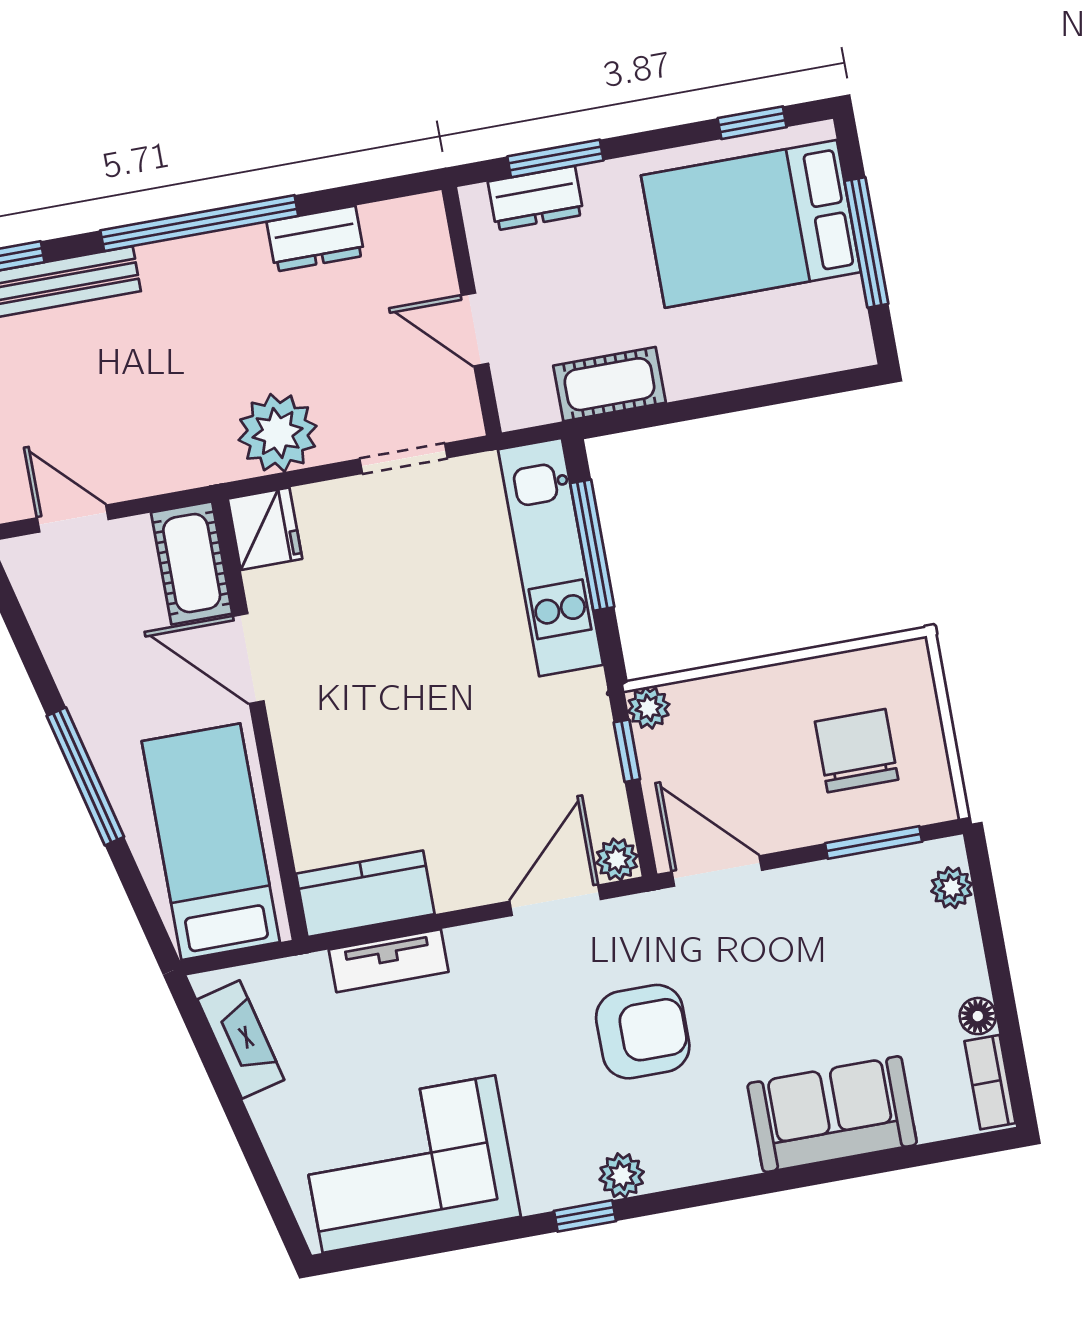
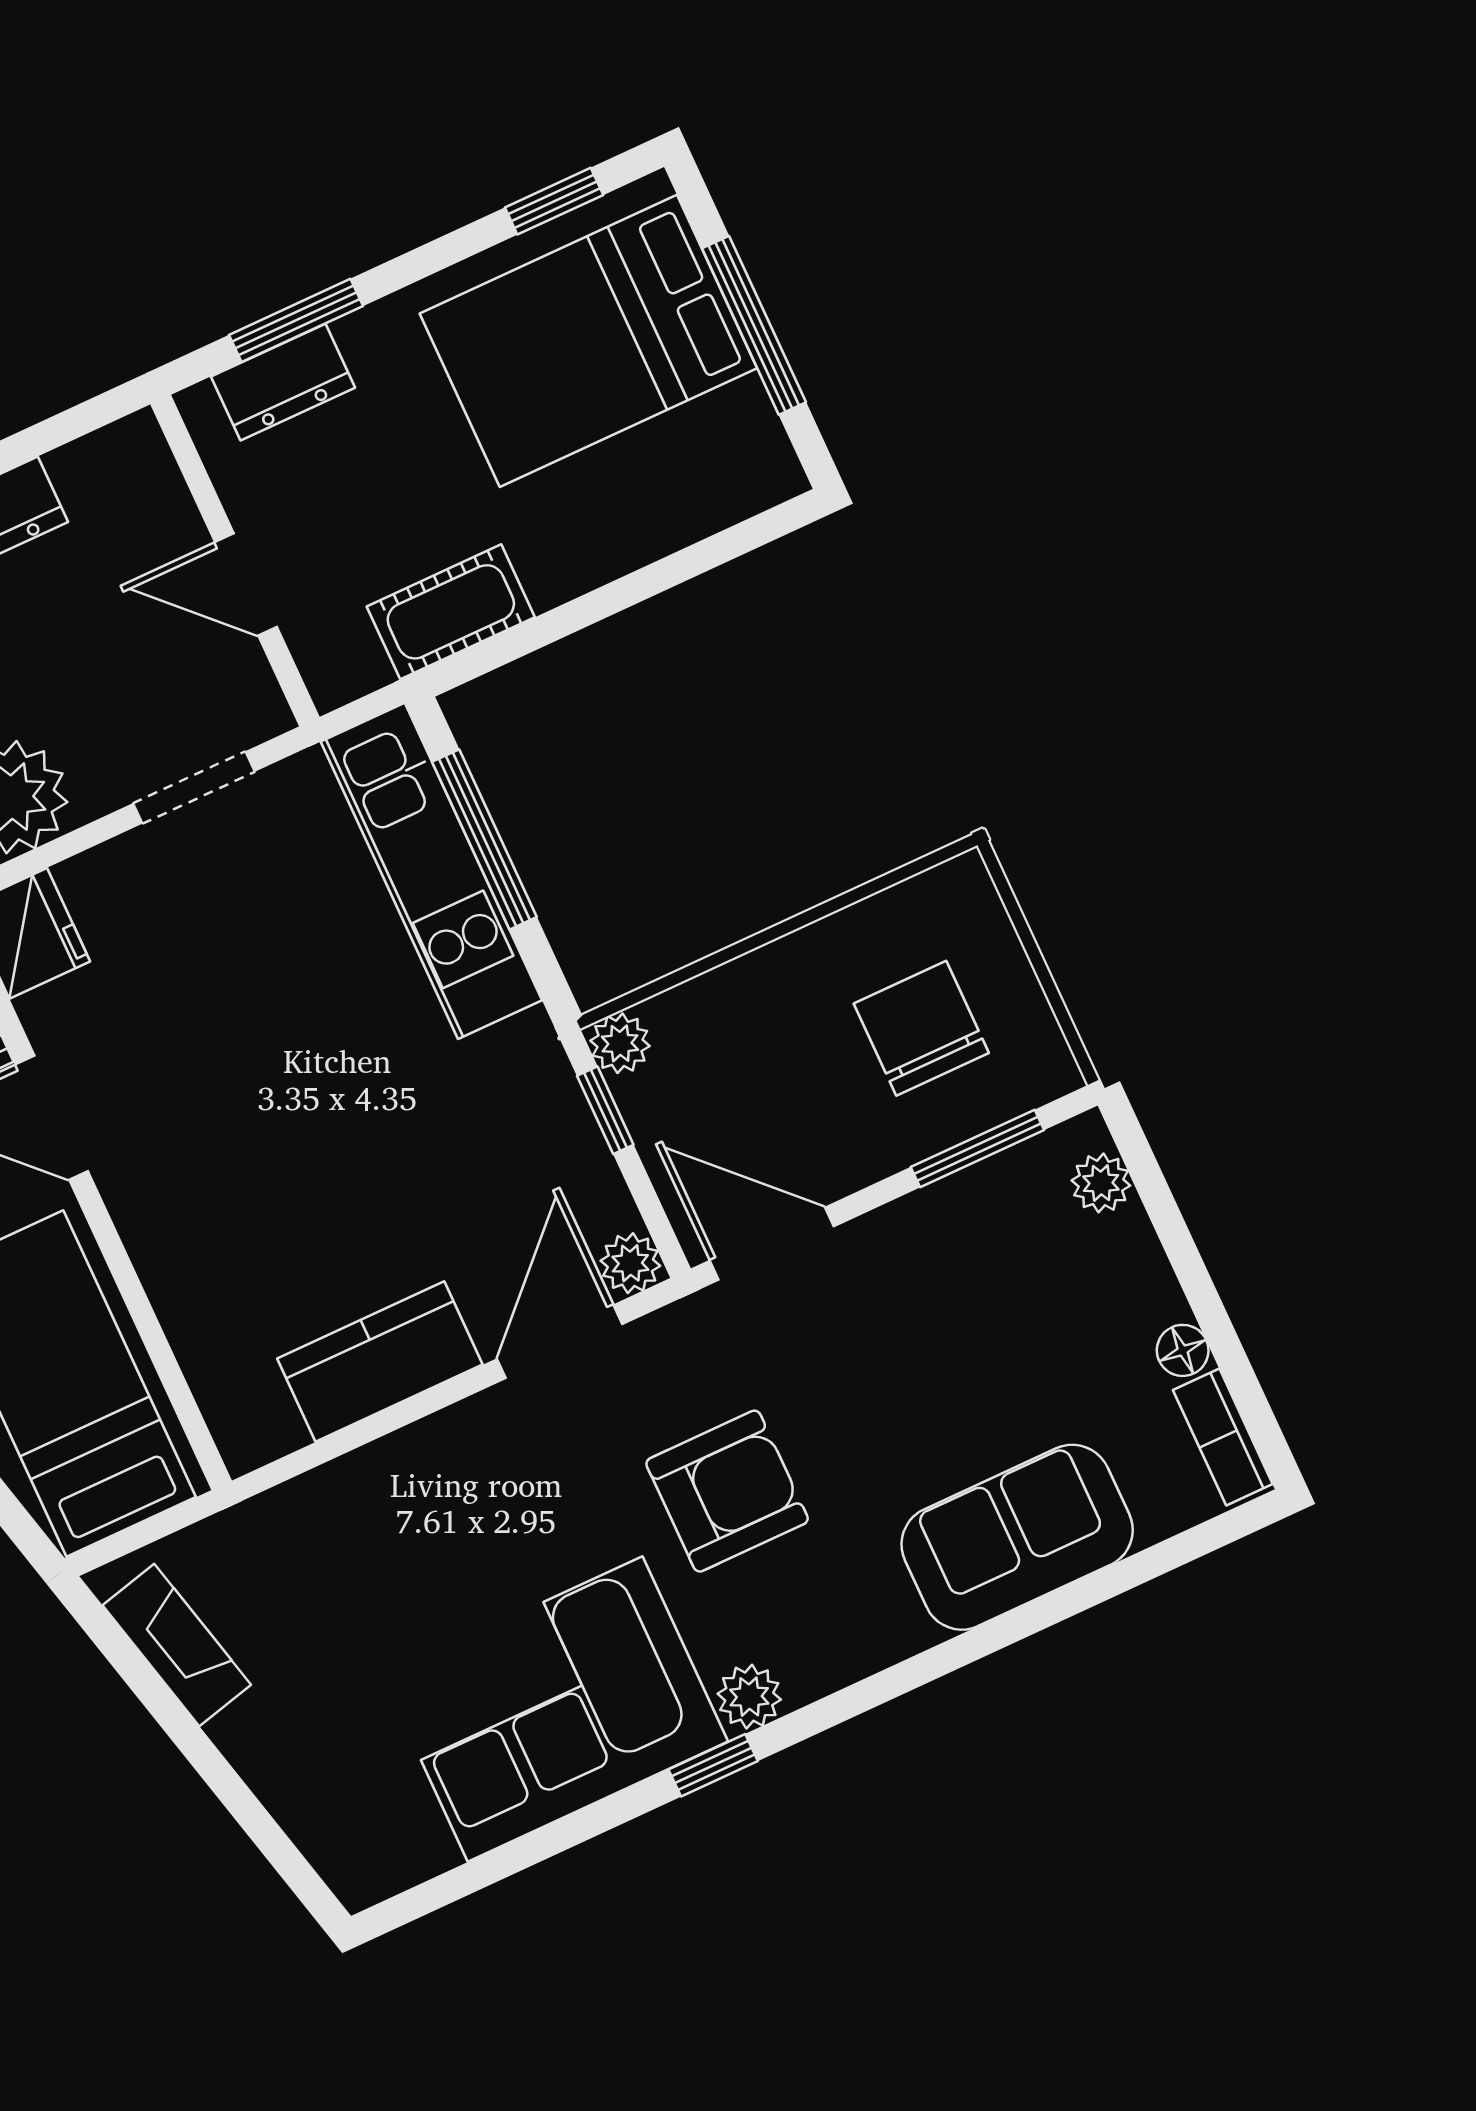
kitchen counter: (365, 894) -> (380, 1362), moved
tv unit: (389, 961) -> (352, 1484), removed
corner sofa: (409, 1164) -> (555, 1709), moved

